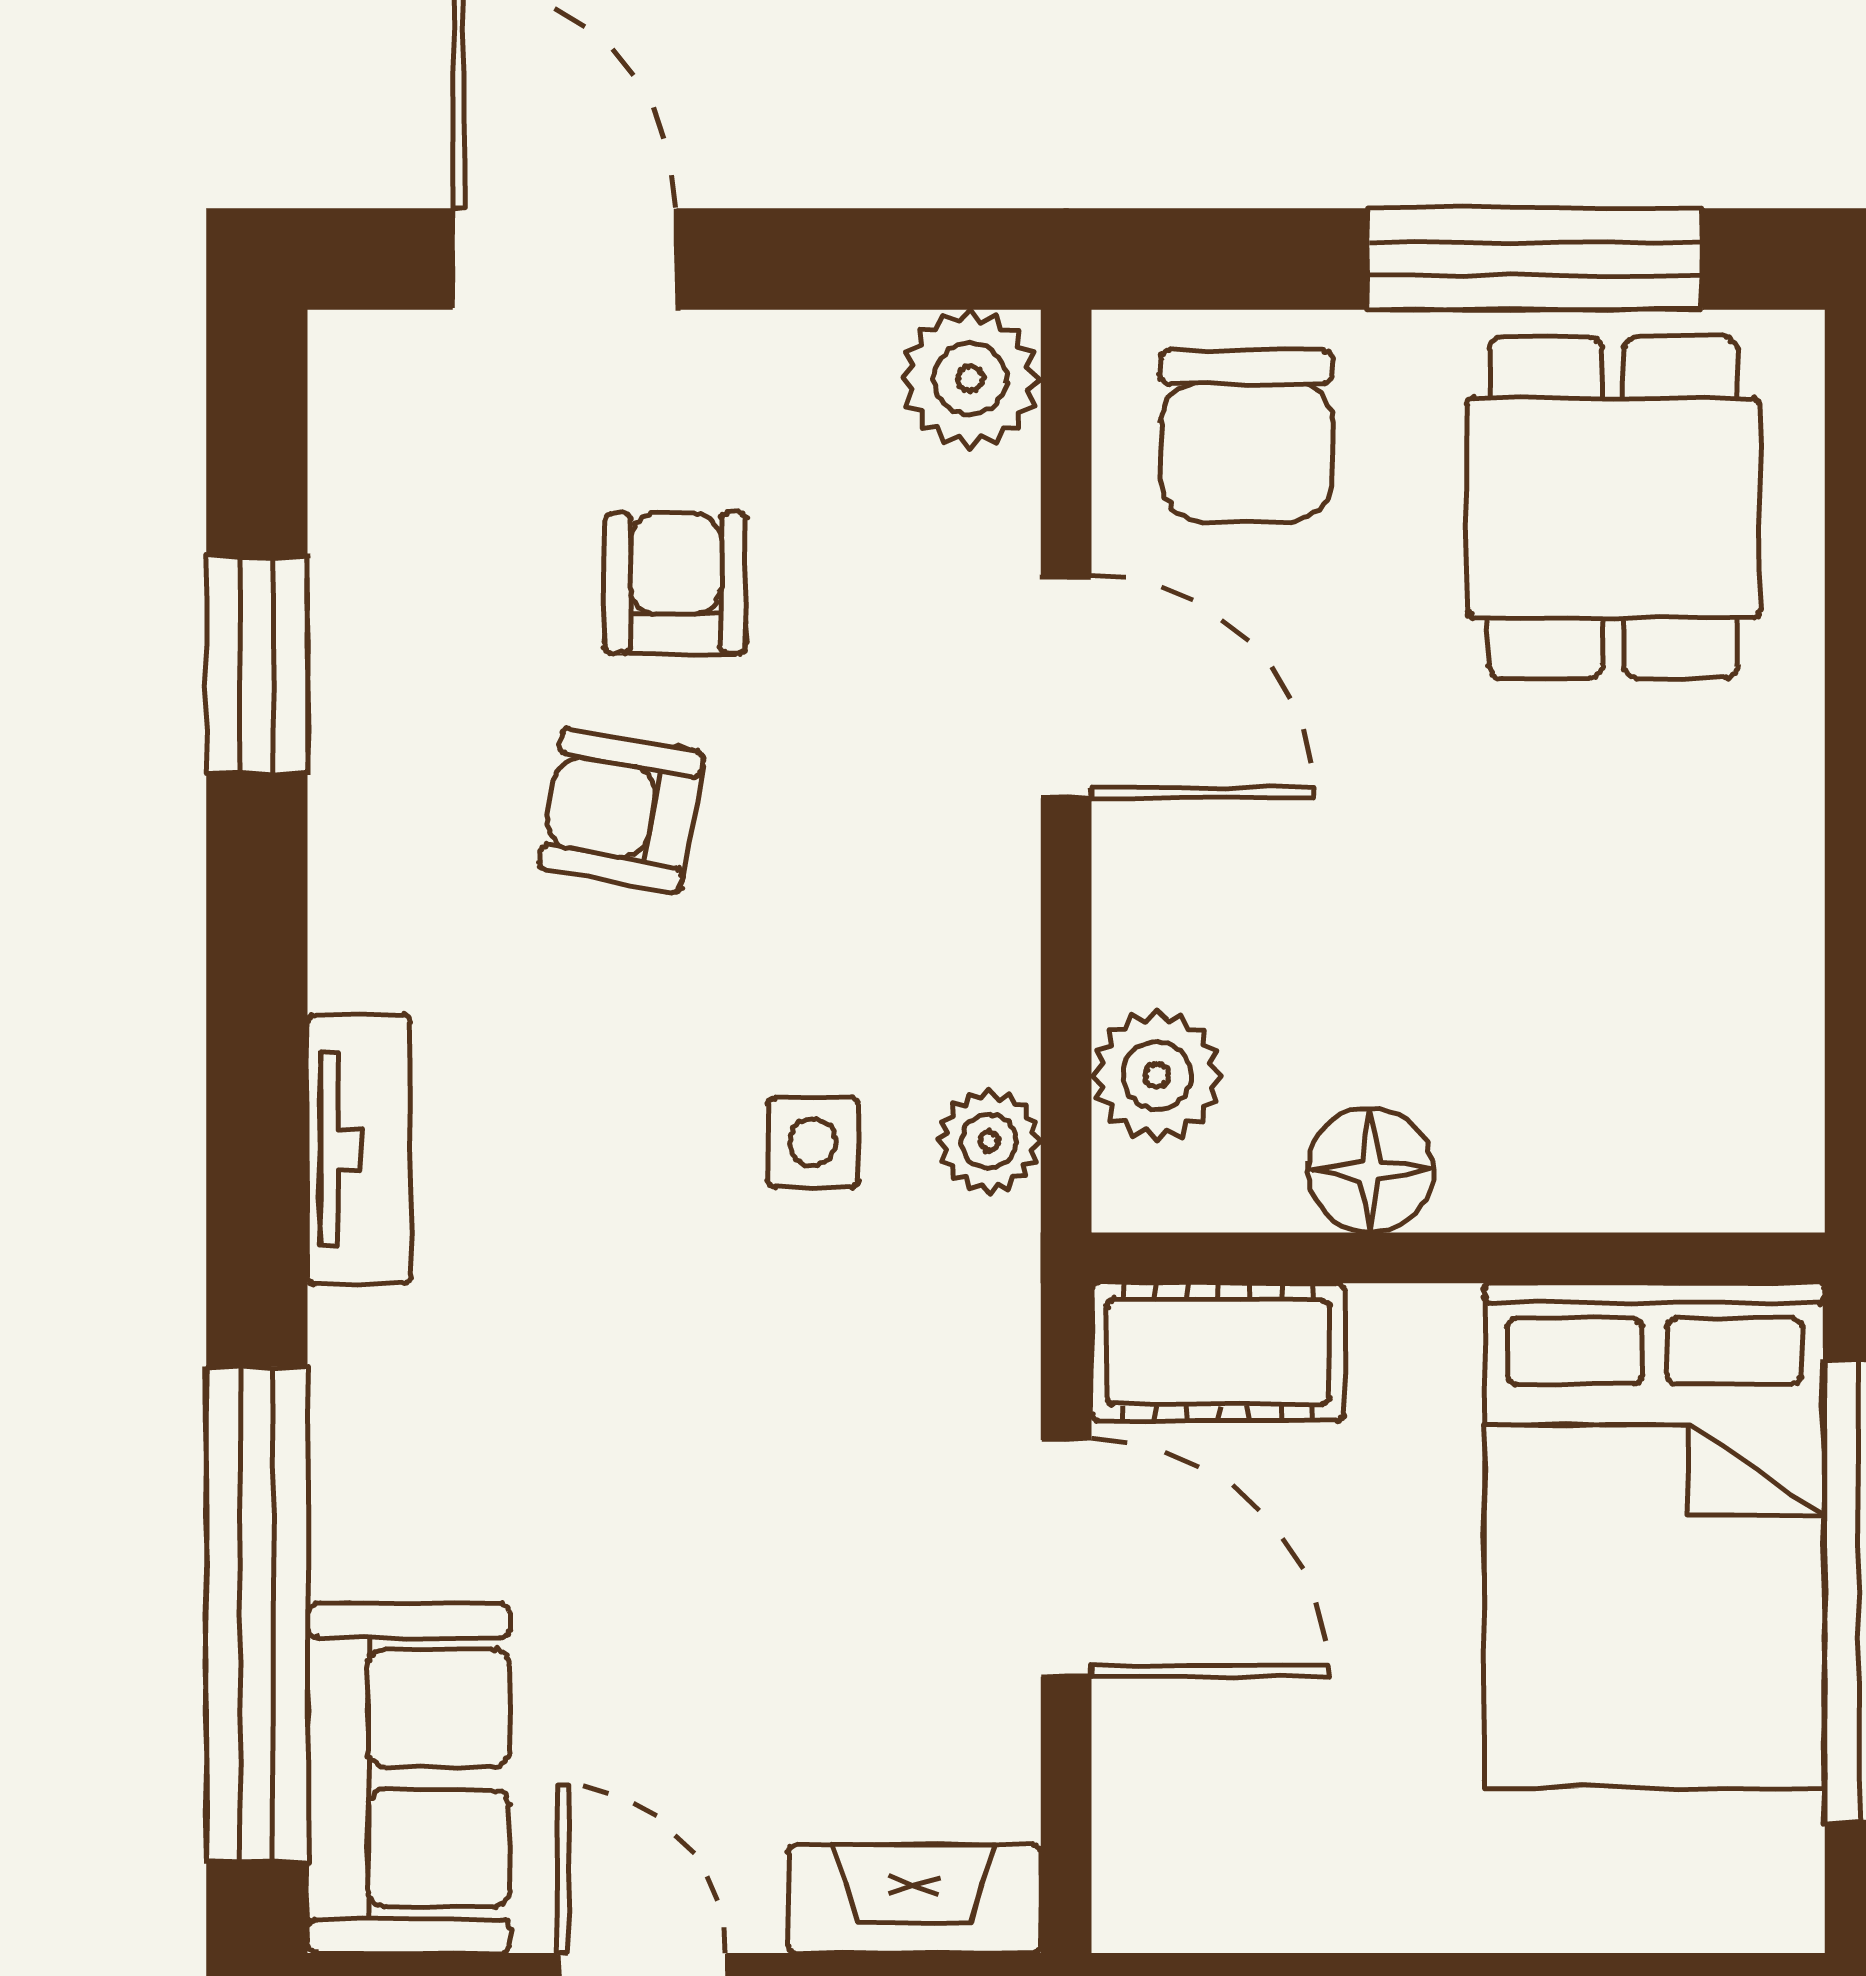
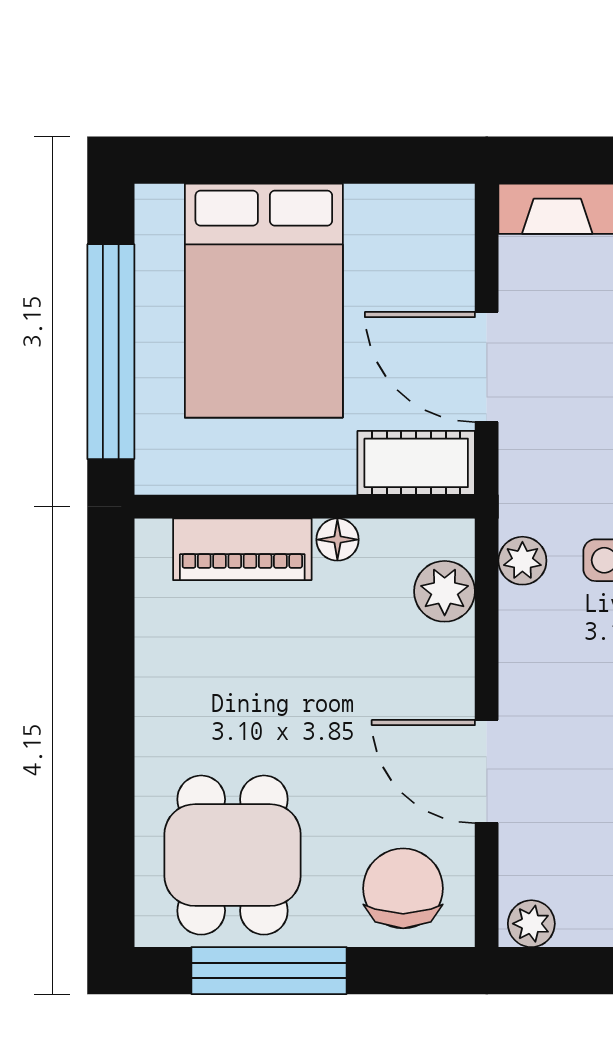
plant: (970, 379) -> (531, 924), width x0.73, depth x0.73
piano: (1592, 1166) -> (242, 549), added
floor lamp: (1370, 1170) -> (337, 540), width x0.73, depth x0.73
bed: (1655, 1535) -> (264, 301), moved, turned 180

